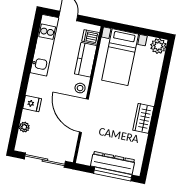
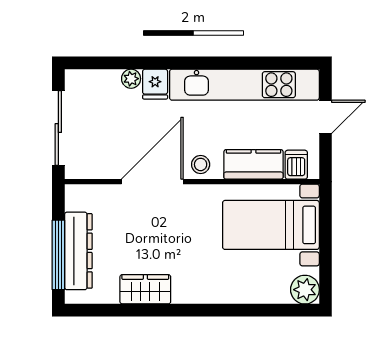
kitchen unit: (44, 45) -> (244, 85), width x1.36
wardrobe: (143, 118) -> (145, 289), moved
plant: (24, 127) -> (131, 79), moved

